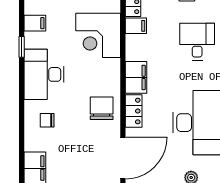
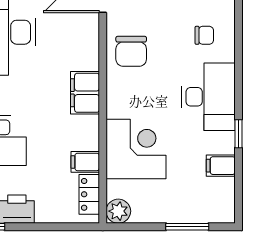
locker: (134, 111) -> (88, 48), removed

